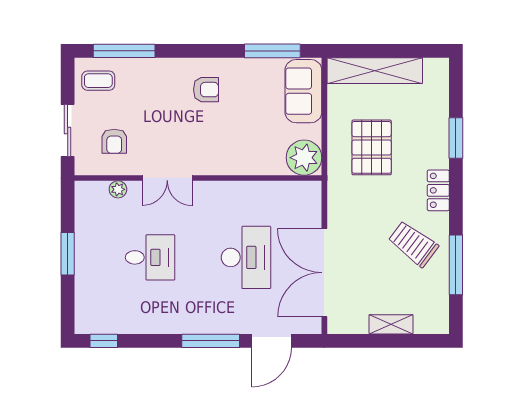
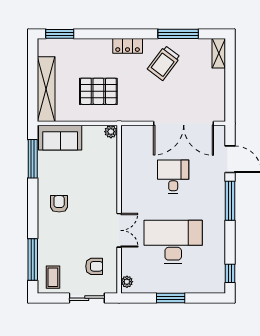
window: (456, 138) -> (60, 34), moved
plant: (304, 158) -> (111, 132), width x0.53, depth x0.53
plant: (118, 189) -> (127, 282), moved
desk: (150, 257) -> (173, 242), width x1.87, depth x1.30
desk: (246, 257) -> (173, 177), width x0.73
shelving: (391, 324) -> (219, 53), moved

